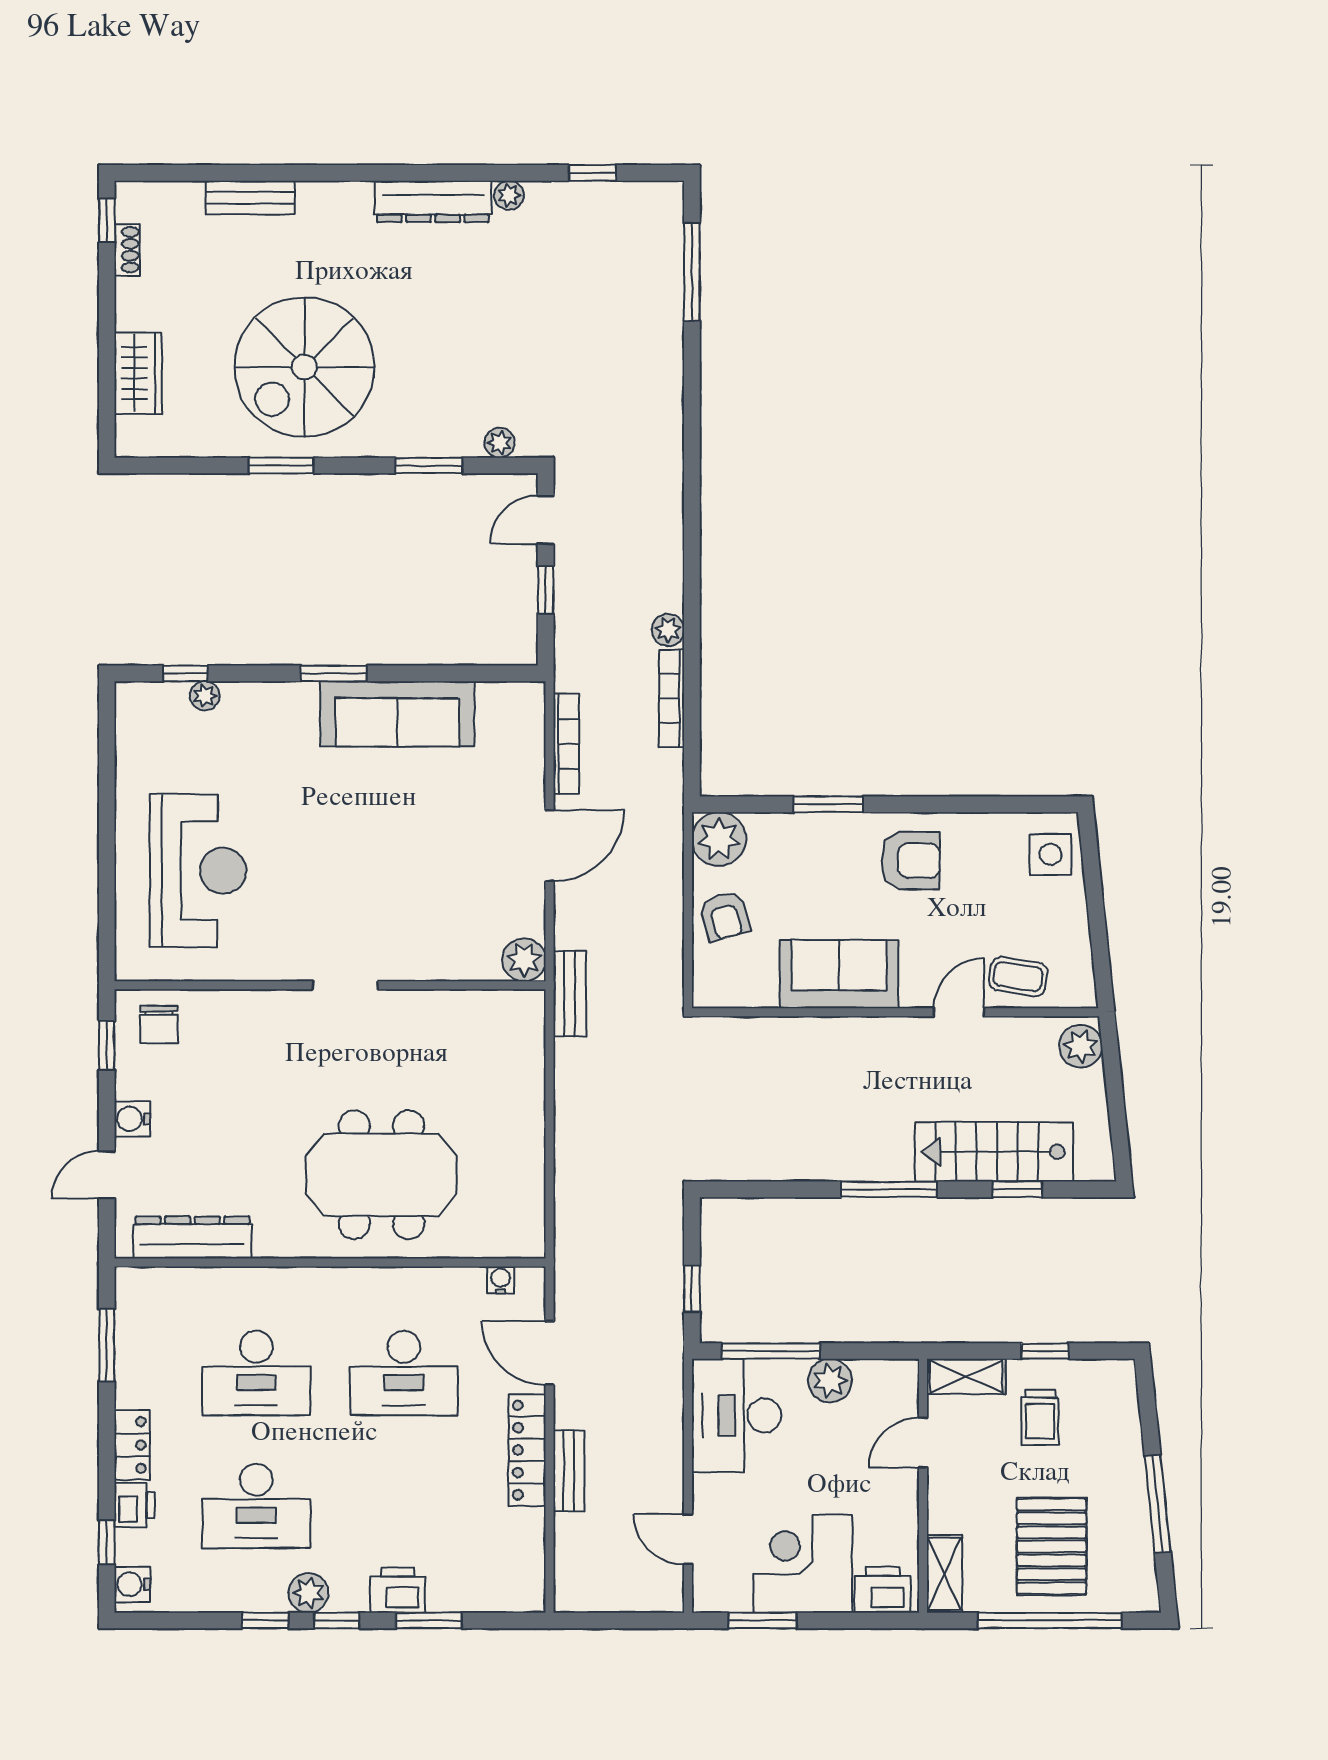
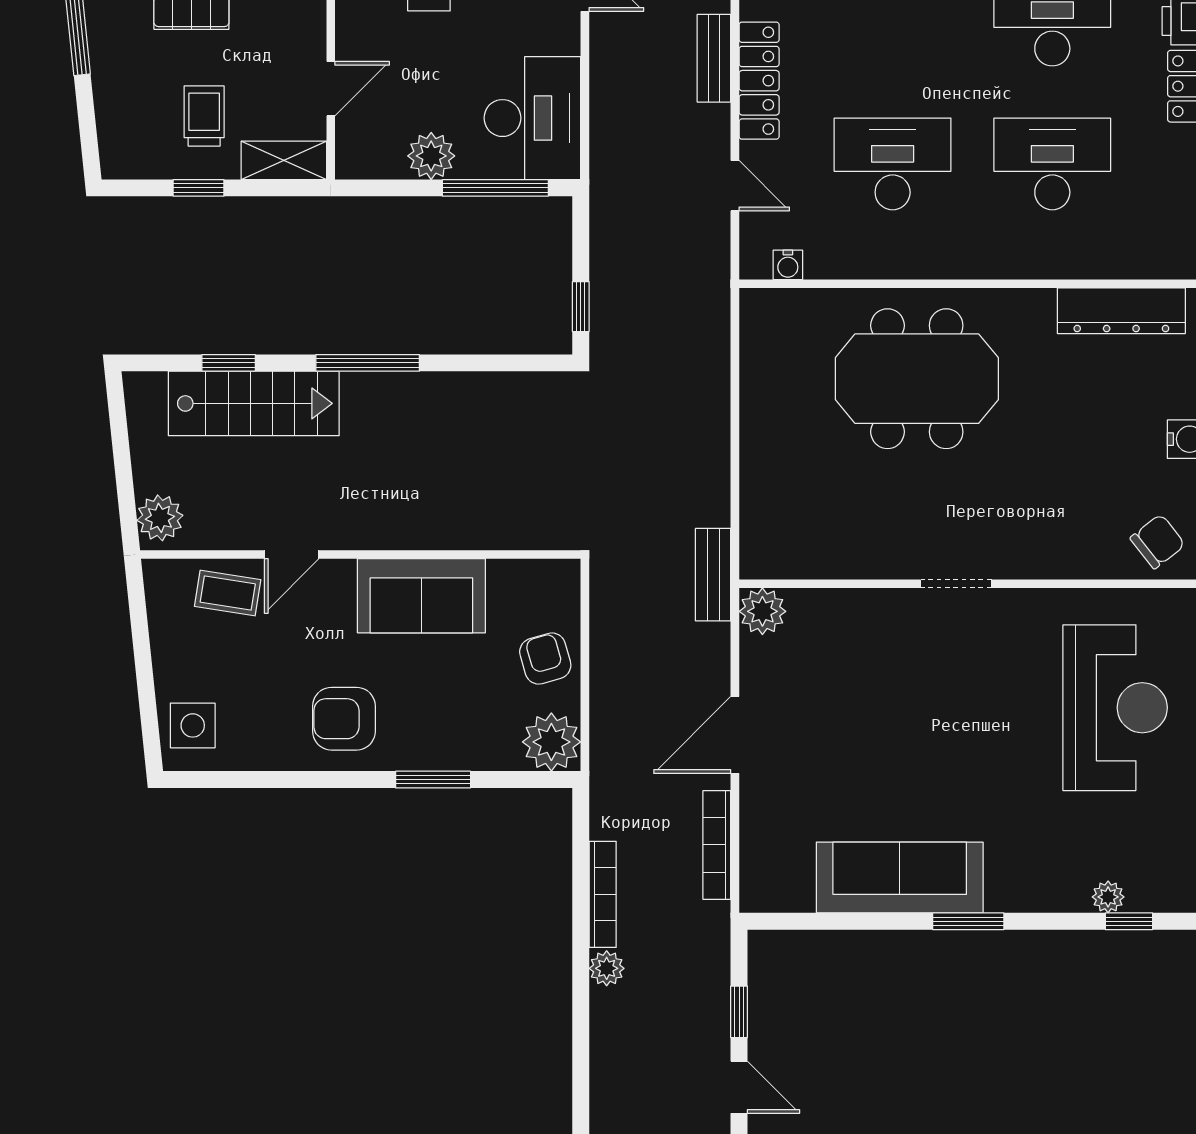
door: (546, 520) -> (739, 1087), hinge flipped
reception desk: (198, 871) -> (1115, 708), turned 180
chair: (159, 1024) -> (1158, 541), turned 52
window: (692, 1289) -> (581, 307), moved
door: (549, 1353) -> (735, 186), width x0.73

